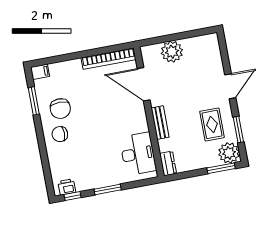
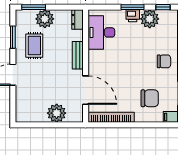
chair: (60, 109) -> (150, 98), moved, turned 90
plant: (229, 153) -> (45, 19), moved
plant: (85, 180) -> (150, 19), added
printer: (67, 187) -> (133, 16), moved

